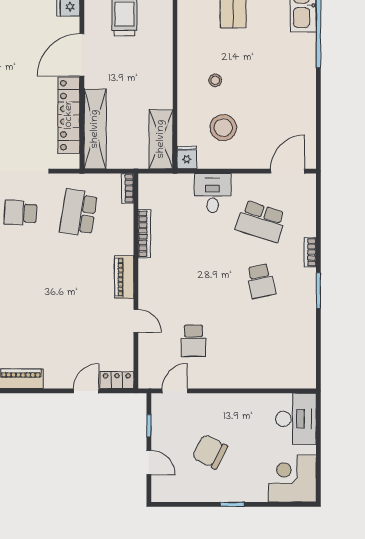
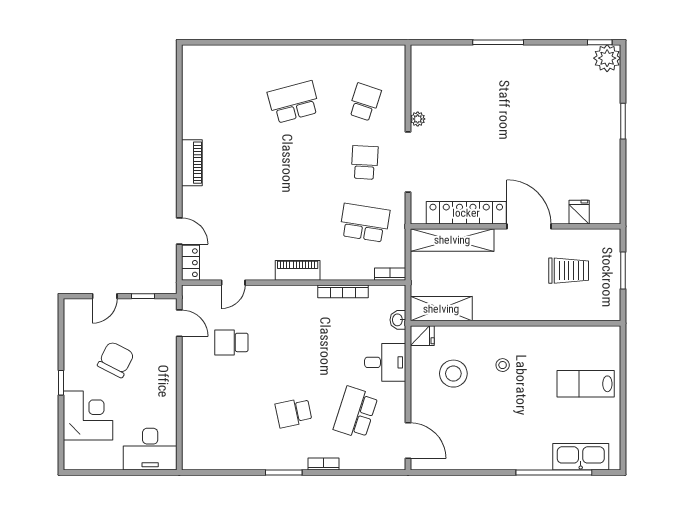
washbasin: (172, 181) -> (398, 320), added
door: (136, 321) -> (233, 283), moved
corner desk: (292, 478) -> (88, 416), moved

